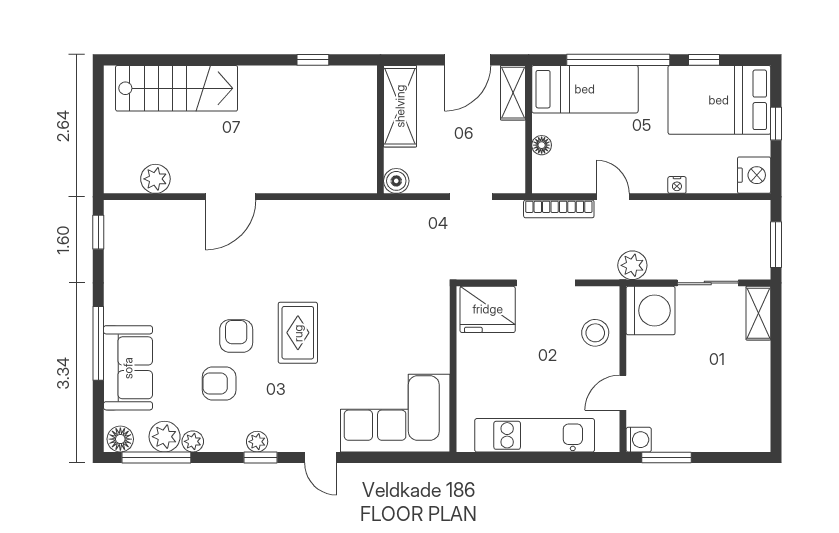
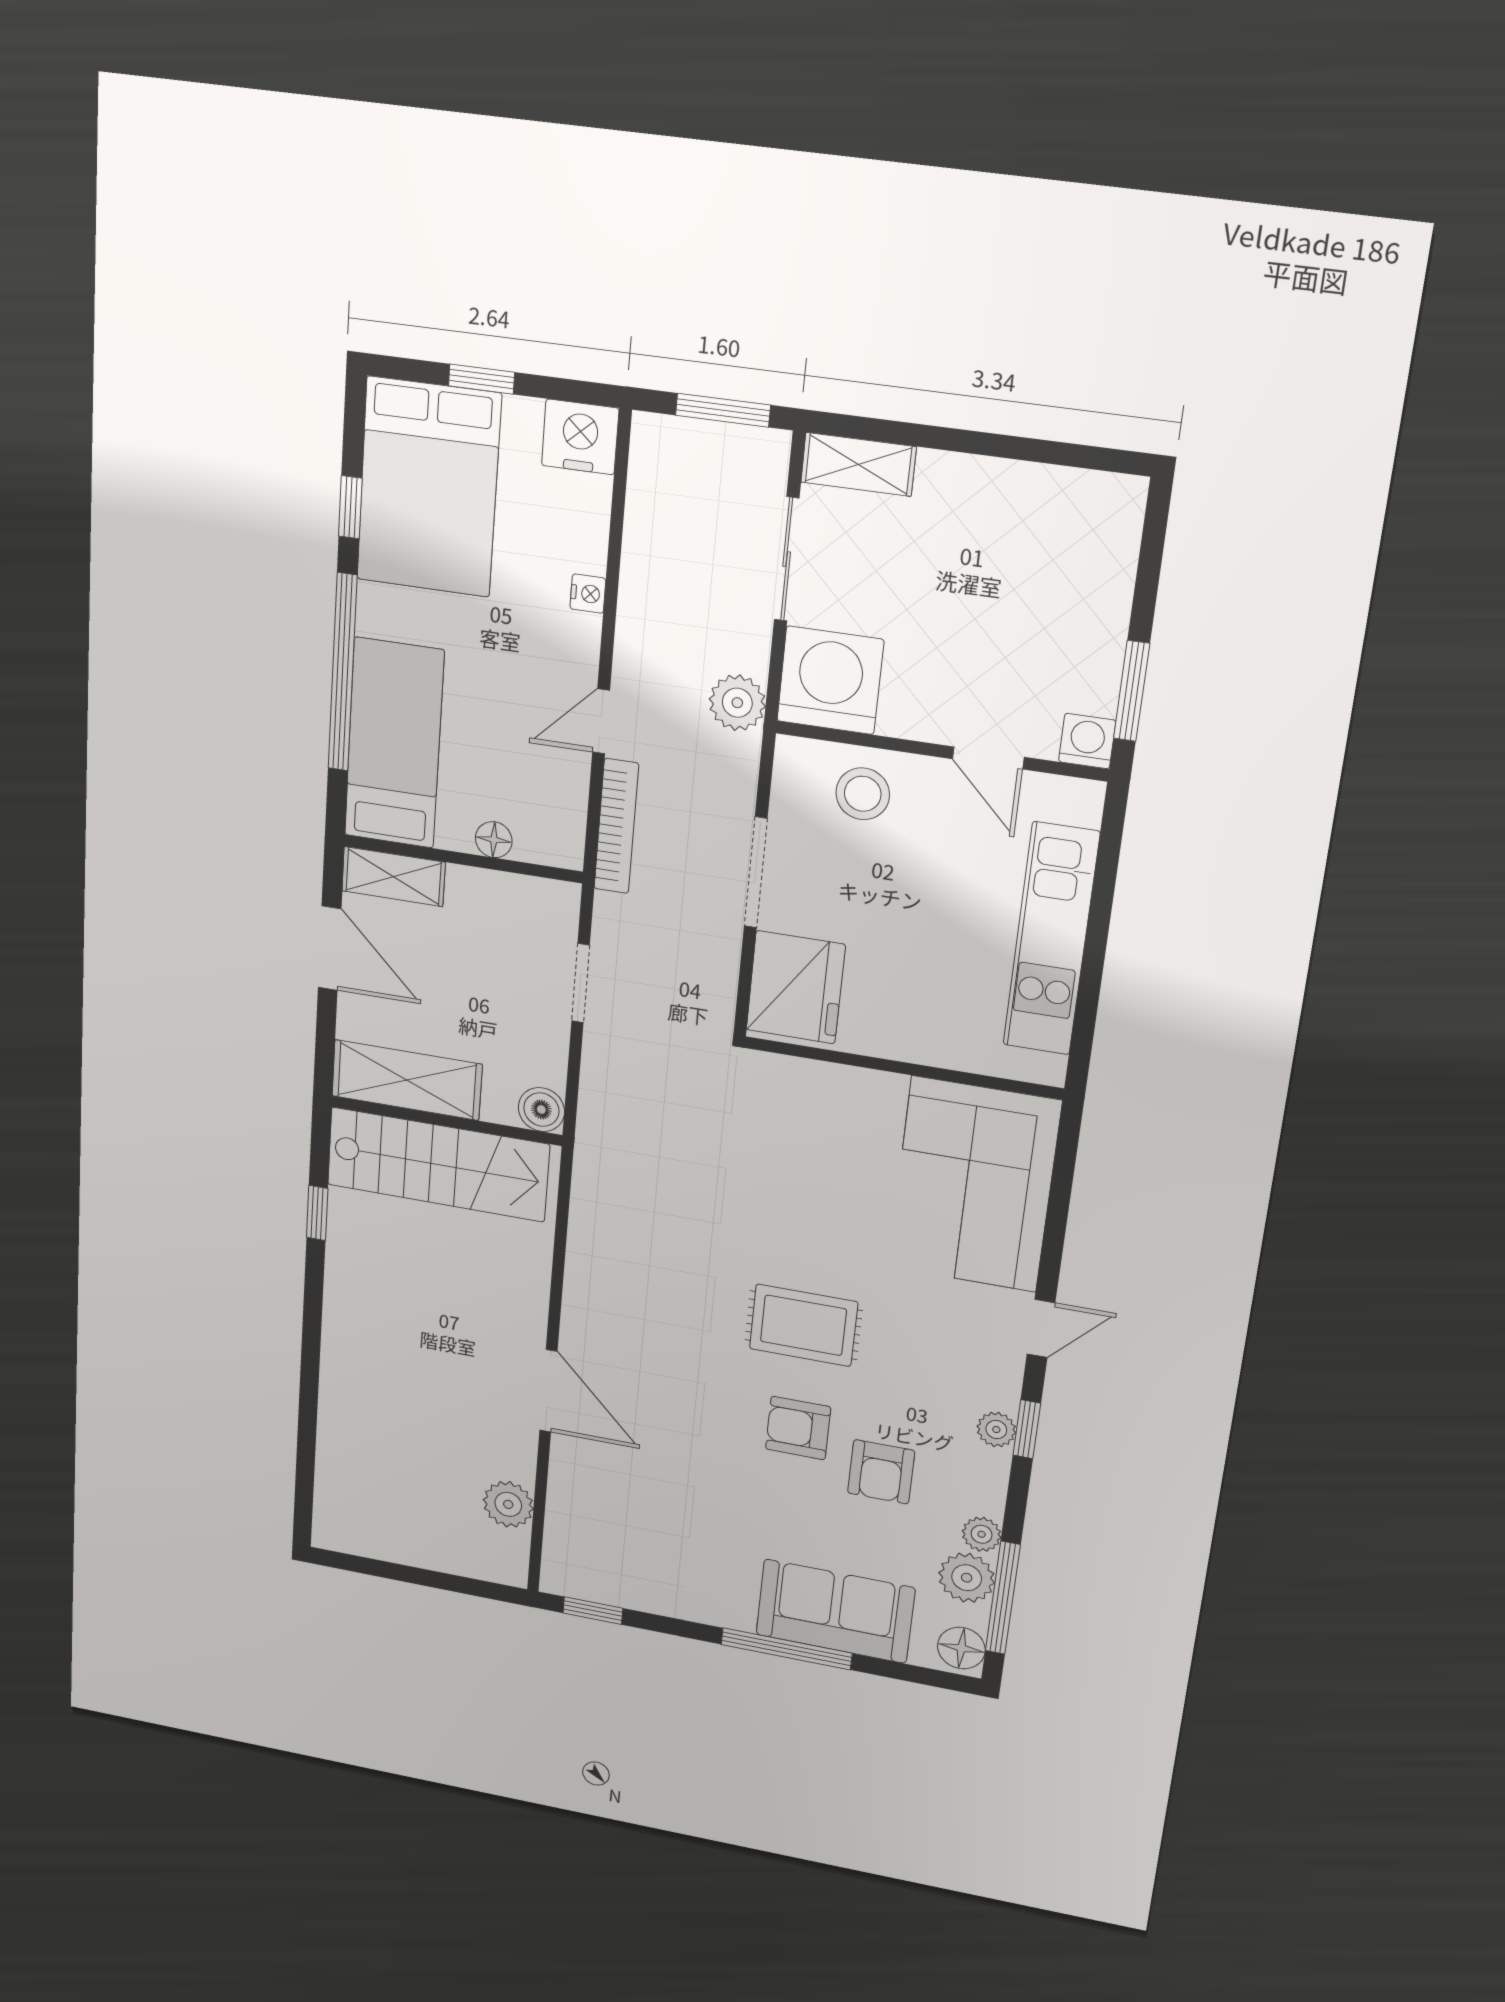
stairs: (177, 88) -> (438, 1164), moved, turned 90

